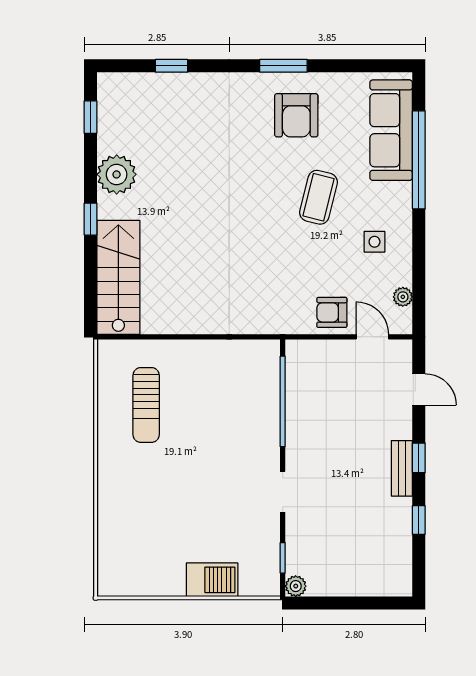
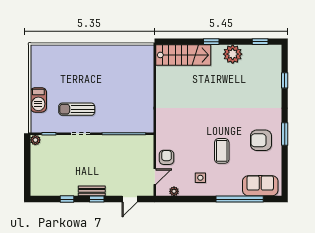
sofa: (391, 130) -> (260, 186), width x0.73
coffee table: (319, 197) -> (222, 151), turned 76
sun lounger: (146, 405) -> (77, 109), moved

